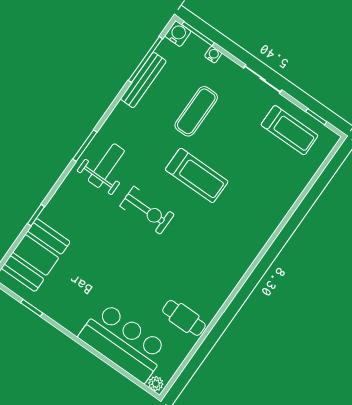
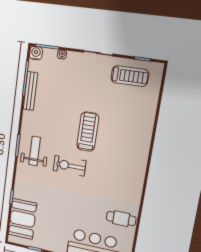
exercise mat: (196, 111) -> (69, 94), removed
treadmill: (197, 175) -> (88, 132), turned -90
exercise bike: (147, 210) -> (69, 166), turned 180

